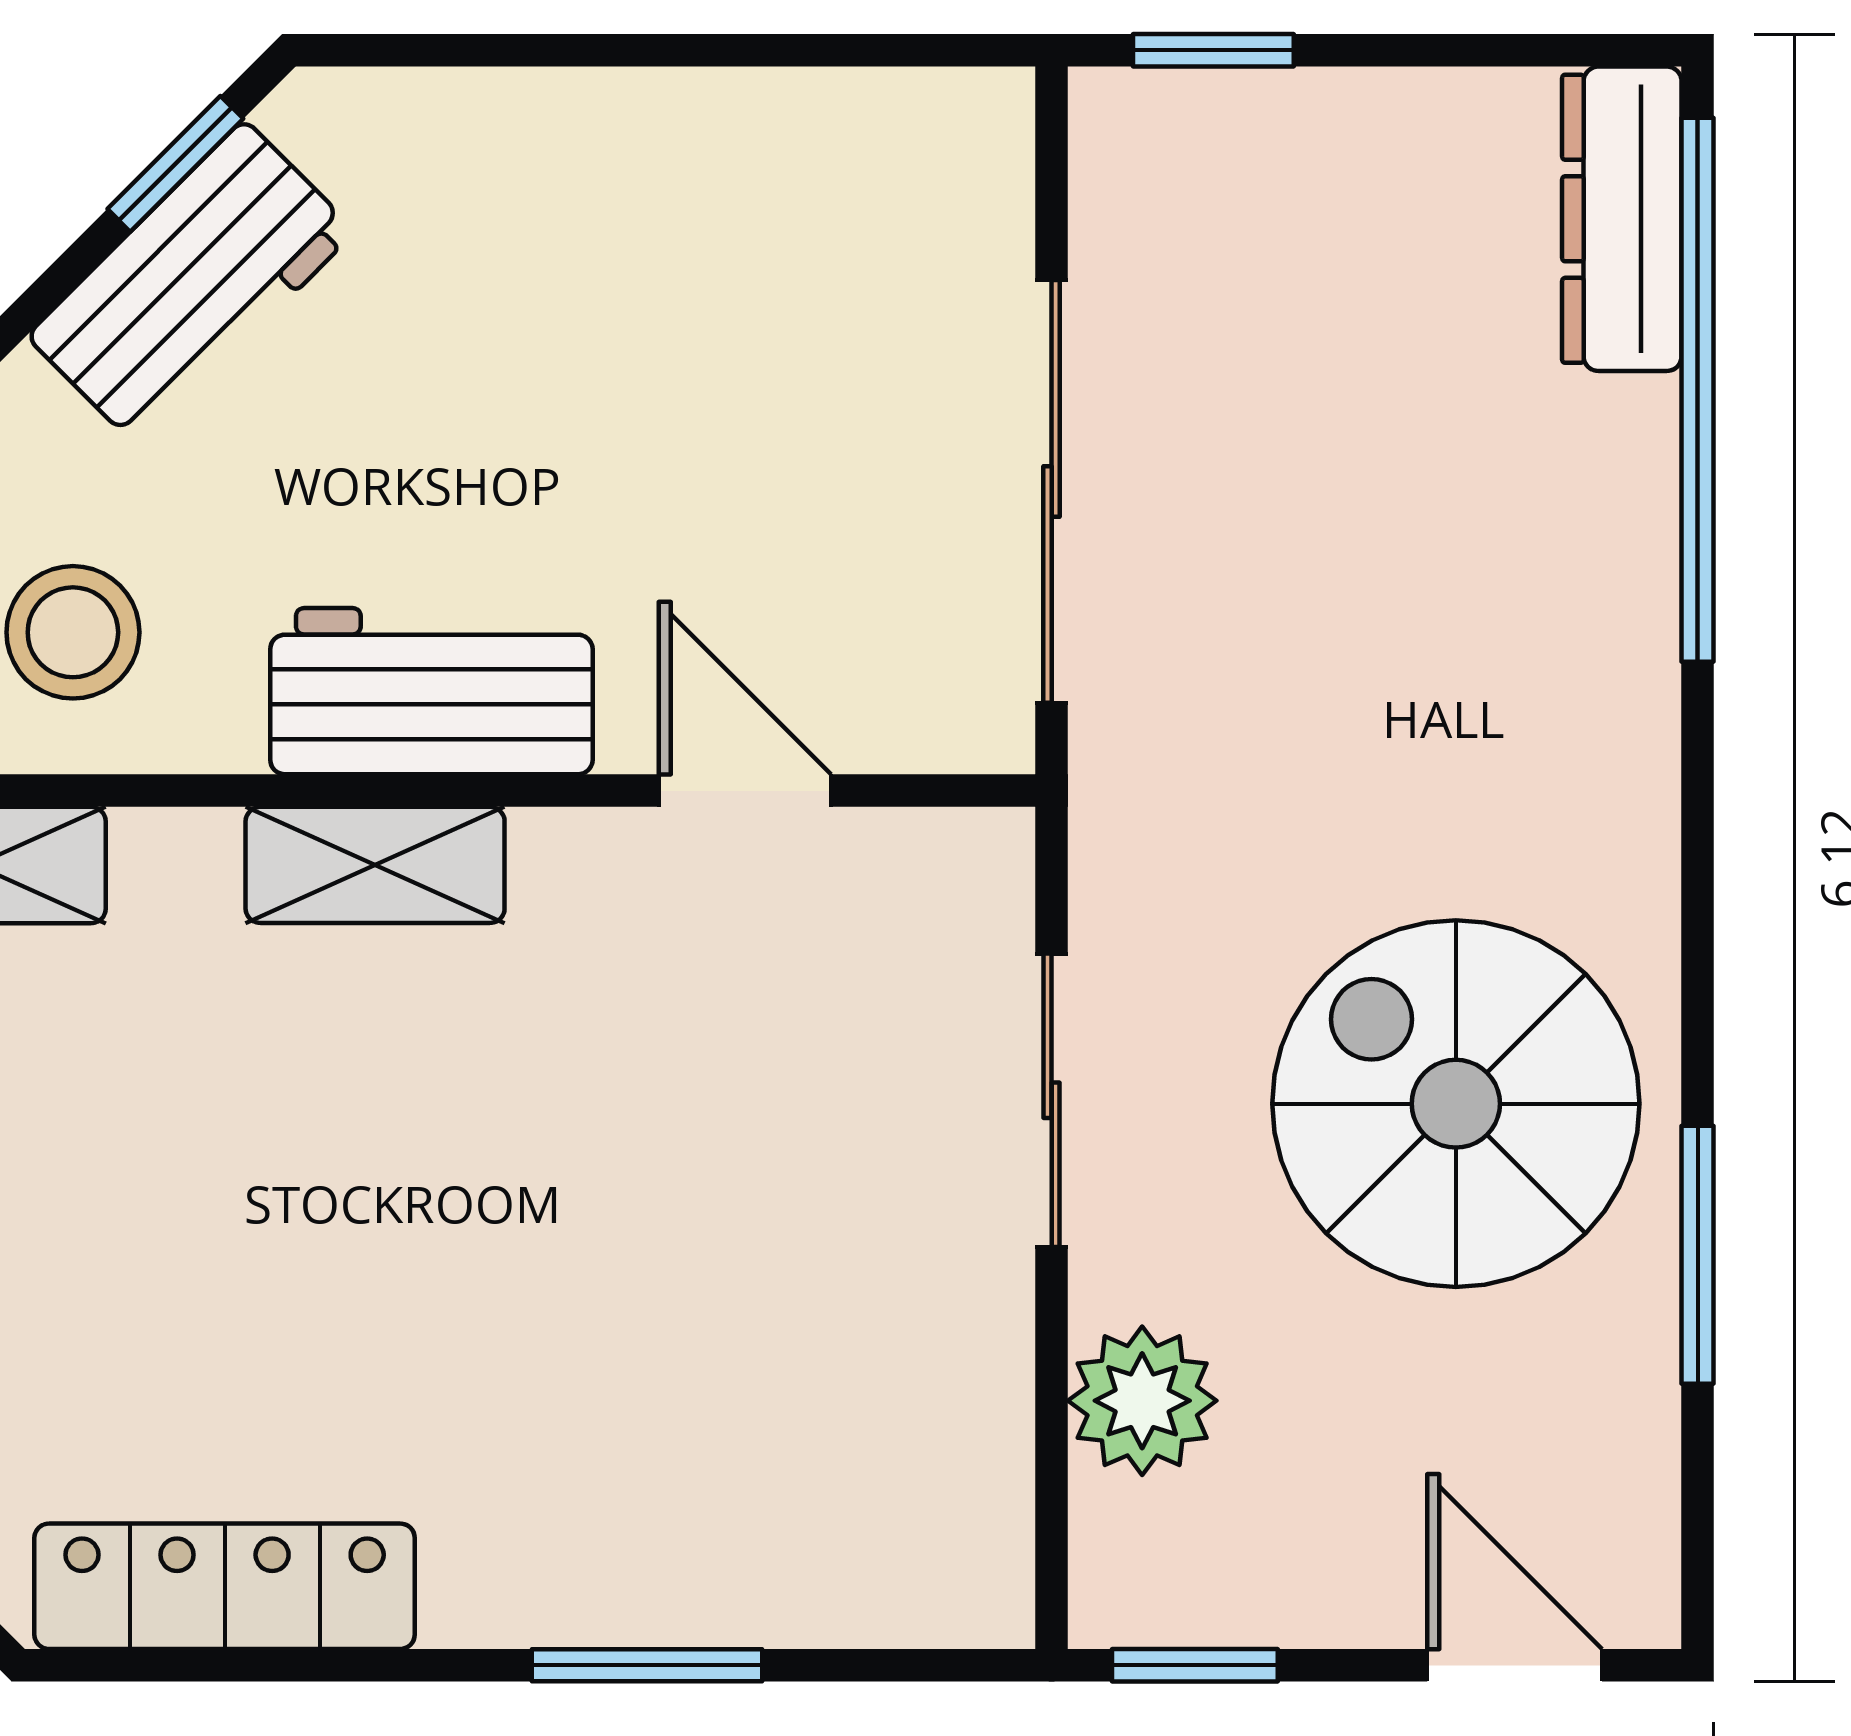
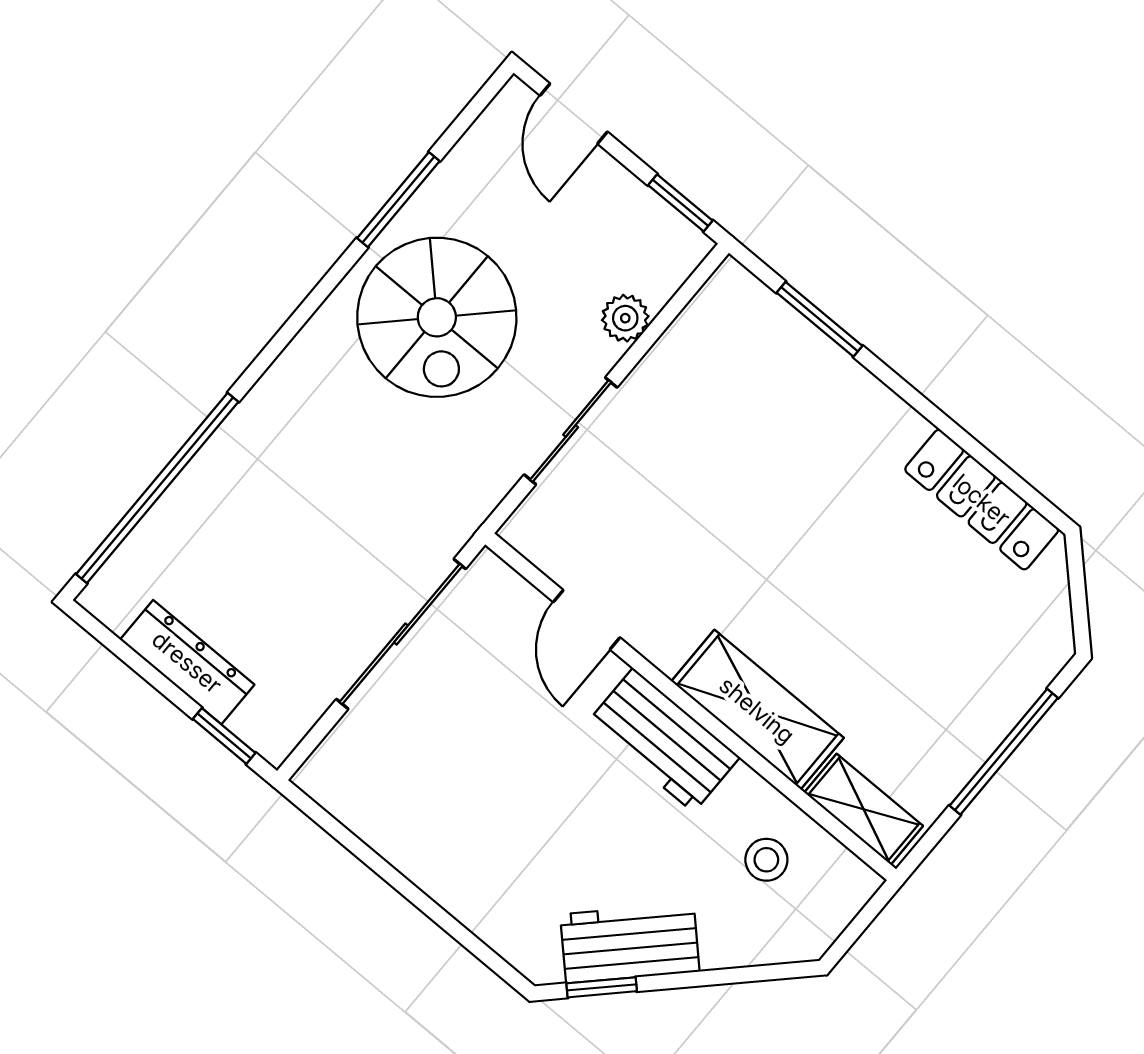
dresser: (1622, 219) -> (187, 662), moved, turned -90
stool: (73, 632) -> (766, 860), width x0.73, depth x0.73
shelving: (375, 865) -> (757, 710), width x1.50, depth x1.33
plant: (1142, 1401) -> (625, 318), width x0.73, depth x0.73
window: (647, 1665) -> (820, 319), moved

